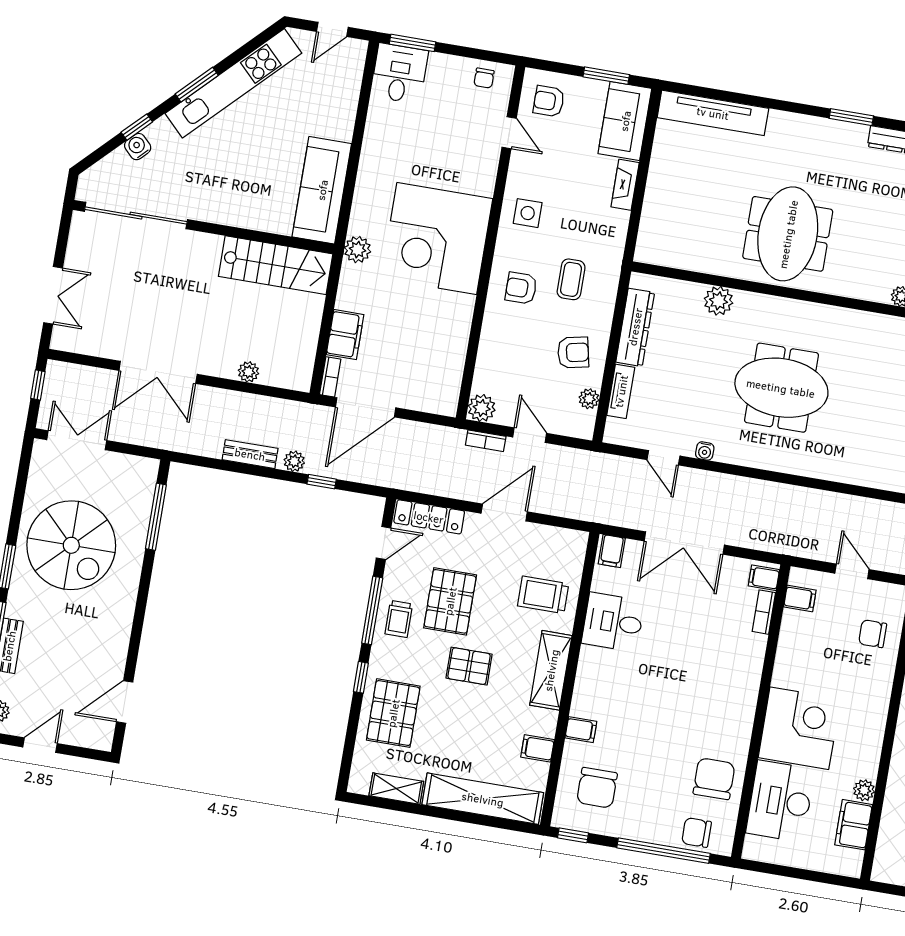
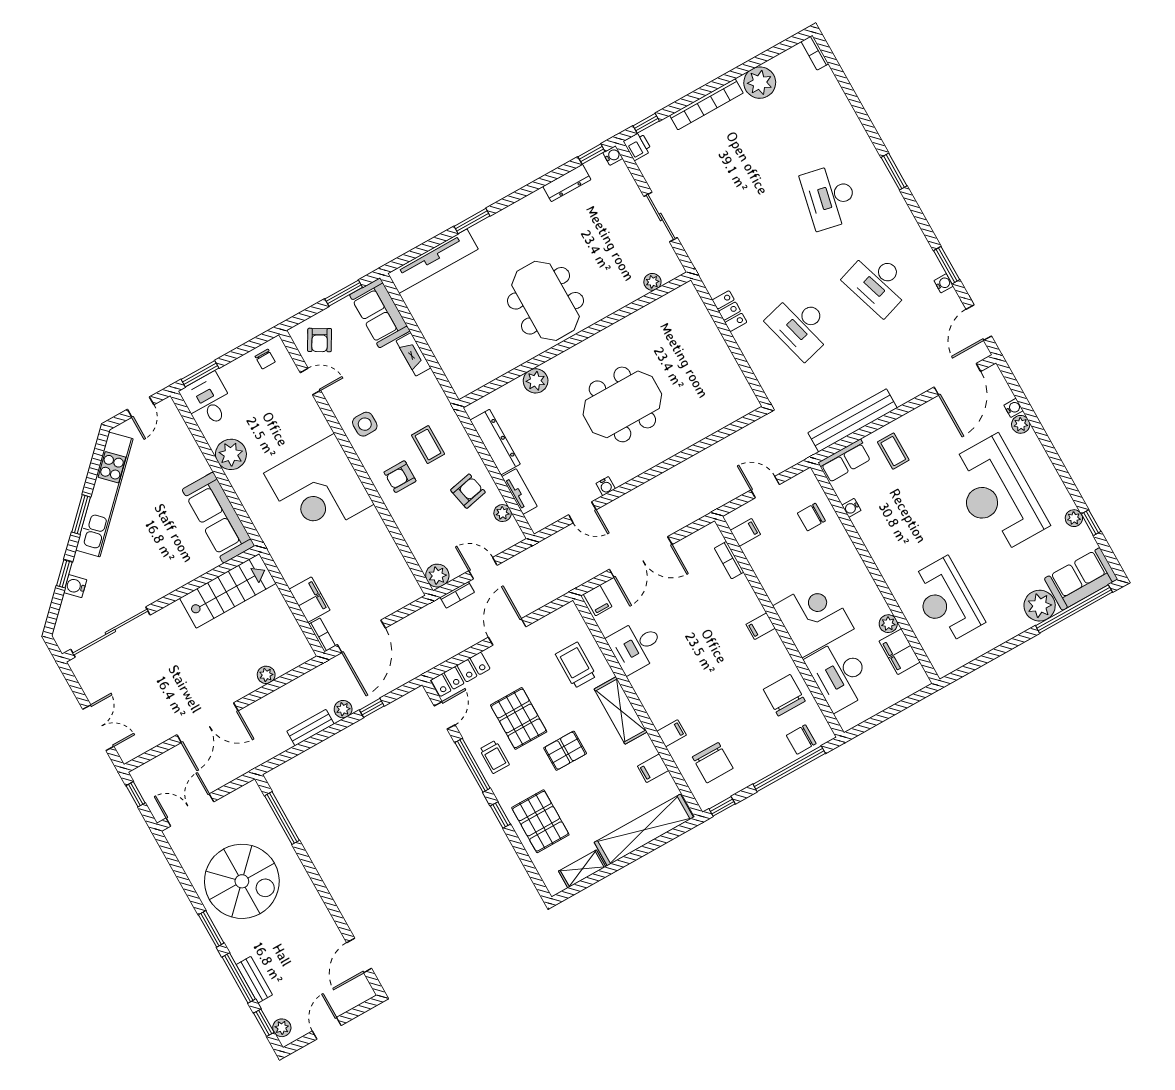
armchair: (549, 101) -> (320, 340), turned -60
window: (851, 117) -> (472, 221), moved
plant: (358, 250) -> (231, 454), moved, width x1.36, depth x1.36
filing cabinet: (764, 578) -> (761, 626), moved
trolley: (543, 595) -> (576, 665), turned 90

